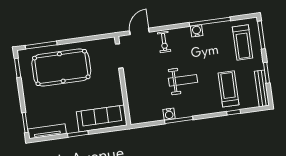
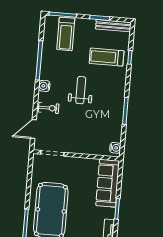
door: (139, 31) -> (33, 129), hinge flipped
water cooler: (197, 31) -> (44, 86), moved
treadmill: (243, 42) -> (66, 34), turned 90
weight bench: (183, 80) -> (81, 90), moved
water cooler: (169, 114) -> (115, 148), moved

